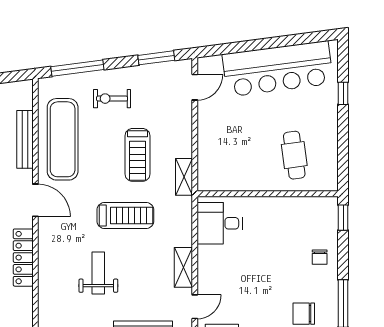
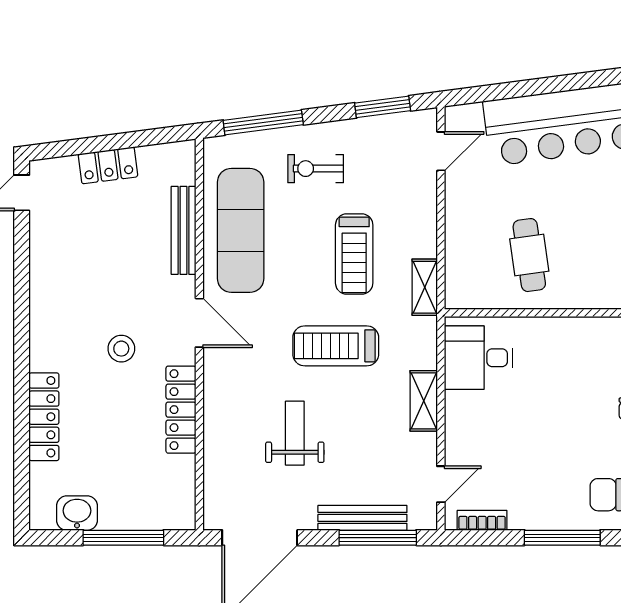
cafe table: (294, 155) -> (529, 255), moved
treadmill: (125, 215) -> (336, 346), turned 180
shelving: (183, 267) -> (424, 401), moved

